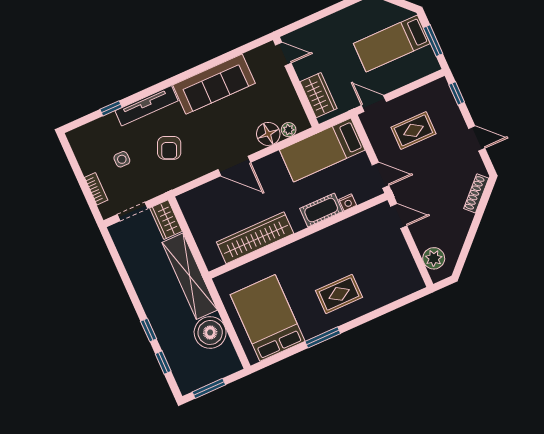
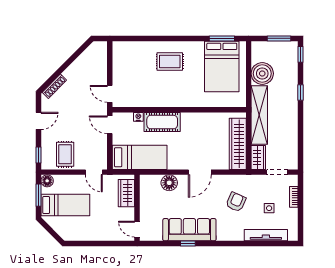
floor lamp: (430, 65) -> (47, 181), added
tv unit: (147, 106) -> (266, 235), moved
window: (111, 108) -> (188, 243), moved
plant: (289, 130) -> (155, 180), removed
rug: (413, 130) -> (65, 154), moved, turned 90
door: (477, 138) -> (38, 121), swing flipped
door: (234, 166) -> (200, 172), swing flipped
cot: (321, 210) -> (162, 122), width x1.37, depth x1.34
wardrobe: (255, 238) -> (238, 144), moved, turned 90
plant: (434, 258) -> (100, 57), removed
window: (323, 337) -> (222, 38), moved
window: (163, 363) -> (301, 54), moved

